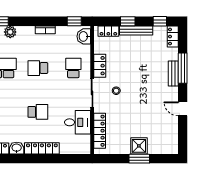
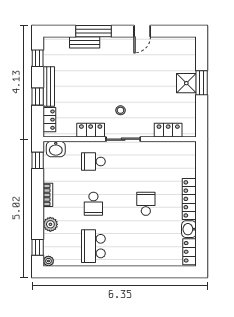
plant: (10, 32) -> (50, 224), moved
locker: (173, 37) -> (56, 43), removed
bench: (173, 74) -> (85, 42), moved
desk: (77, 122) -> (158, 156), removed
locker: (100, 131) -> (168, 130), width x0.66

